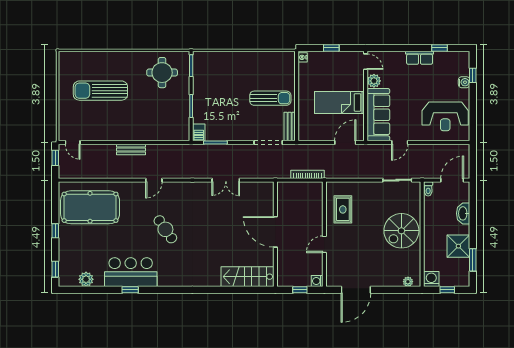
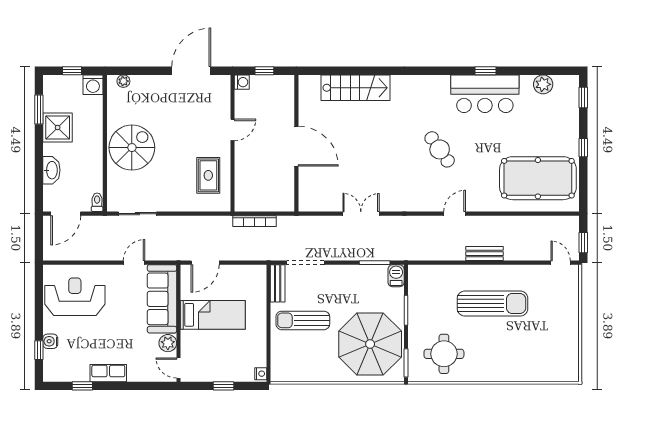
parasol: (219, 80) -> (370, 344), added
sun lounger: (100, 91) -> (493, 304), moved
stairs: (247, 277) -> (356, 88), moved

